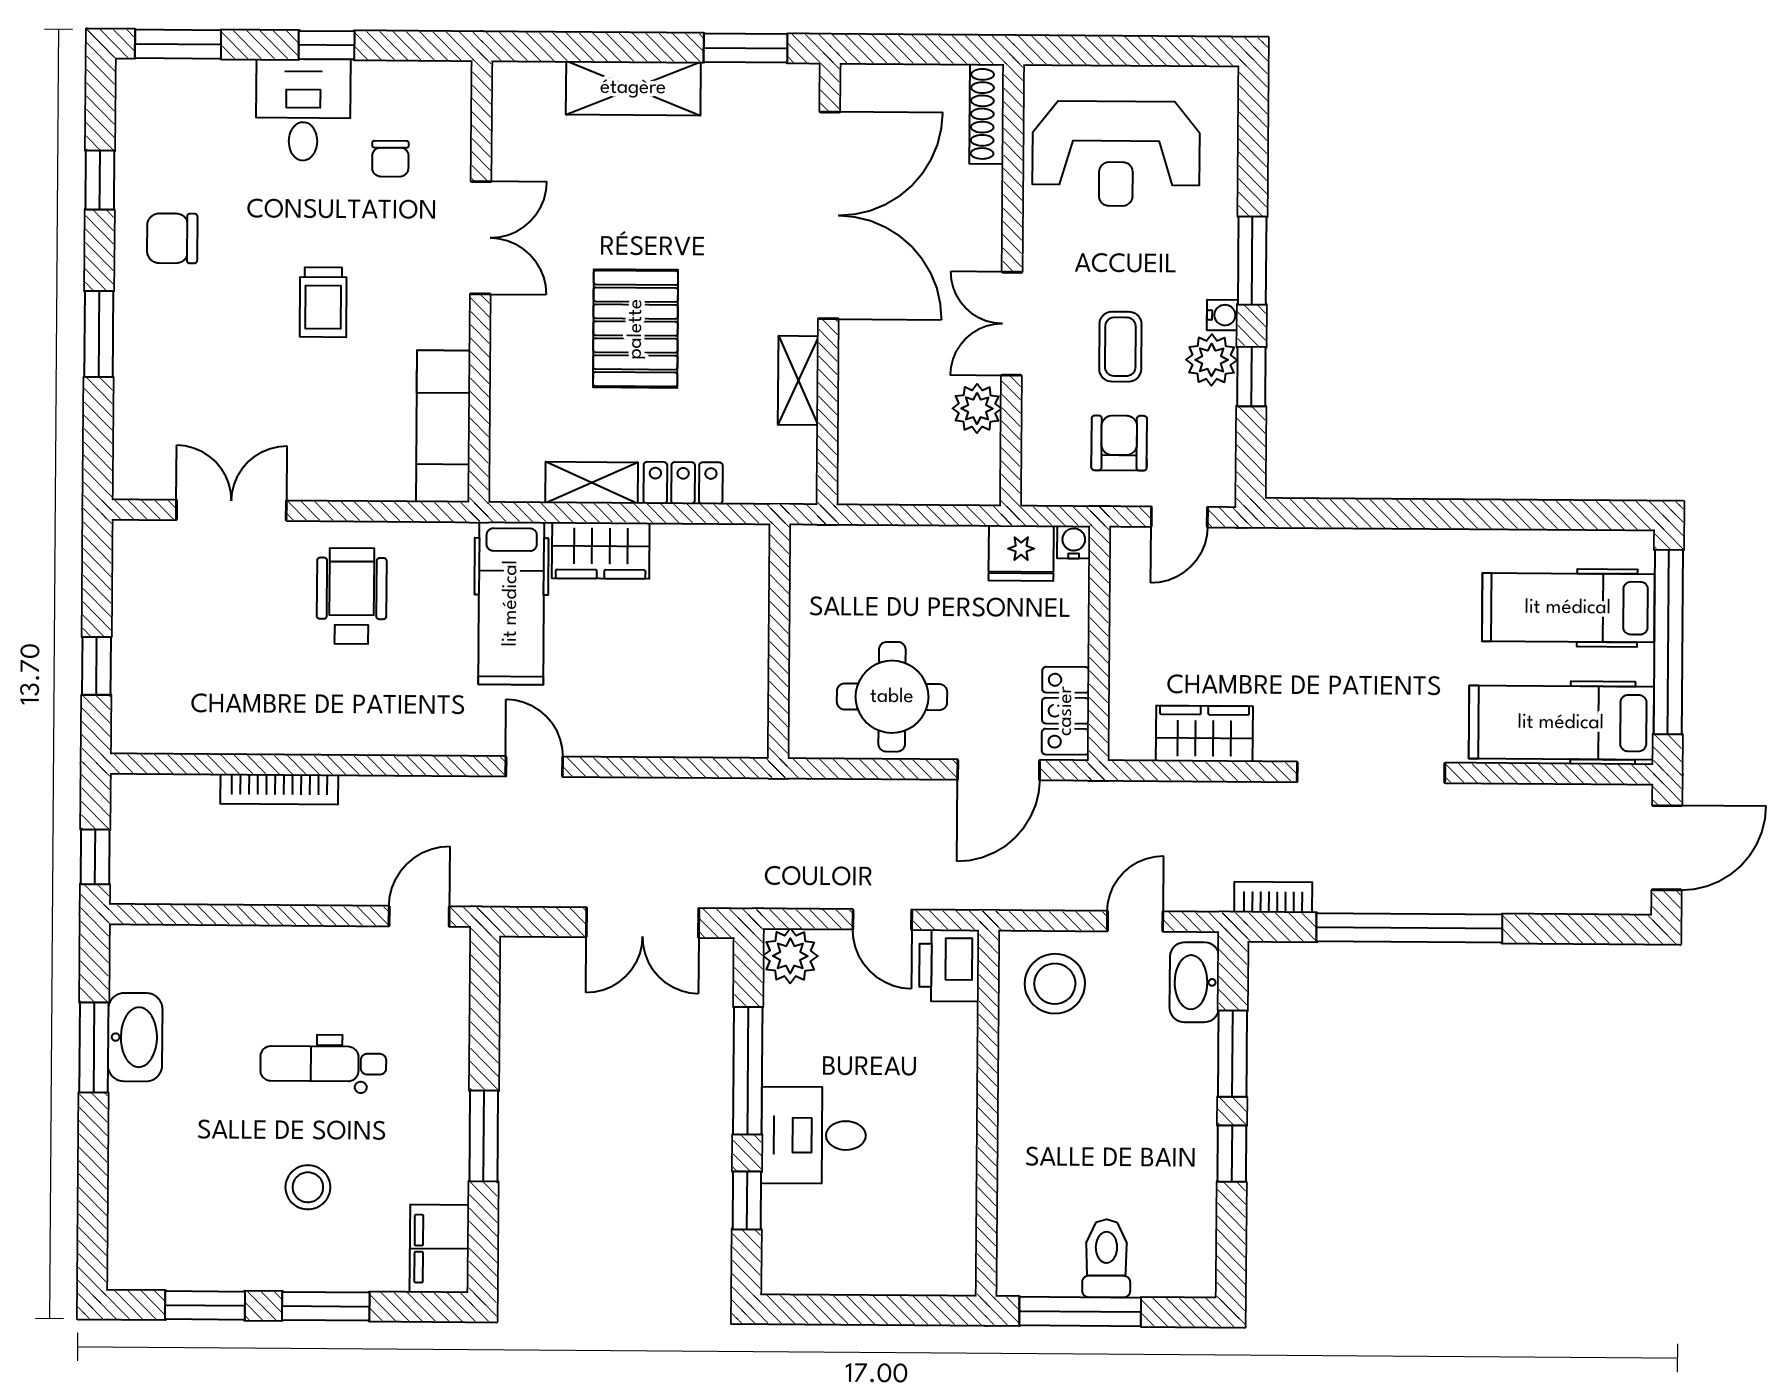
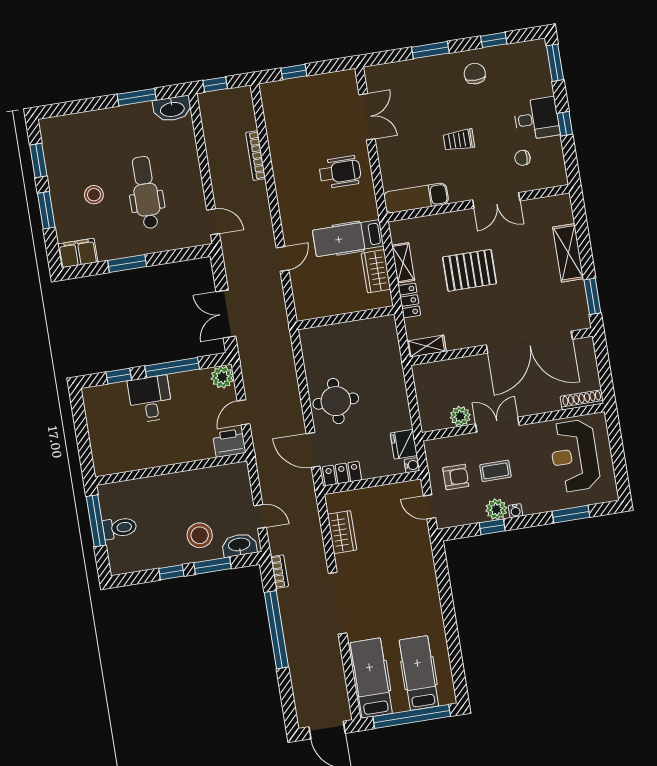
window: (1252, 261) -> (571, 514), moved
shelving: (798, 380) -> (427, 346), moved
wall: (779, 641) -> (346, 318), moved
stool: (1055, 984) -> (200, 535), moved
washbasin: (135, 1037) -> (172, 109), moved
dental chair: (323, 1064) -> (146, 193), width x1.36, depth x1.38

